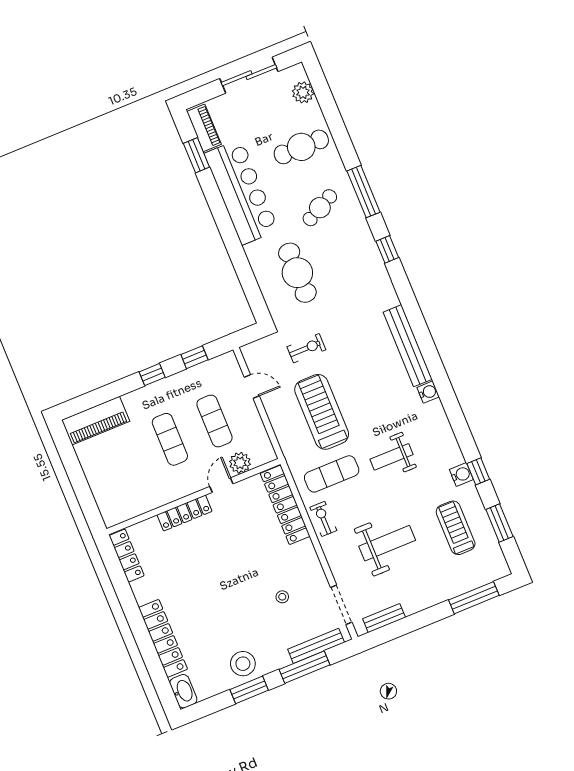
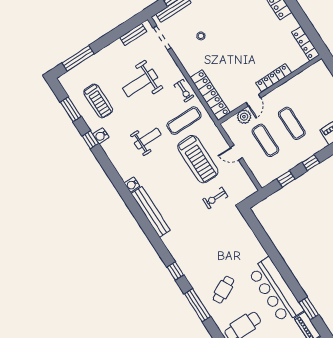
cafe table: (297, 273) -> (230, 245), removed
door: (252, 387) -> (236, 153), moved

